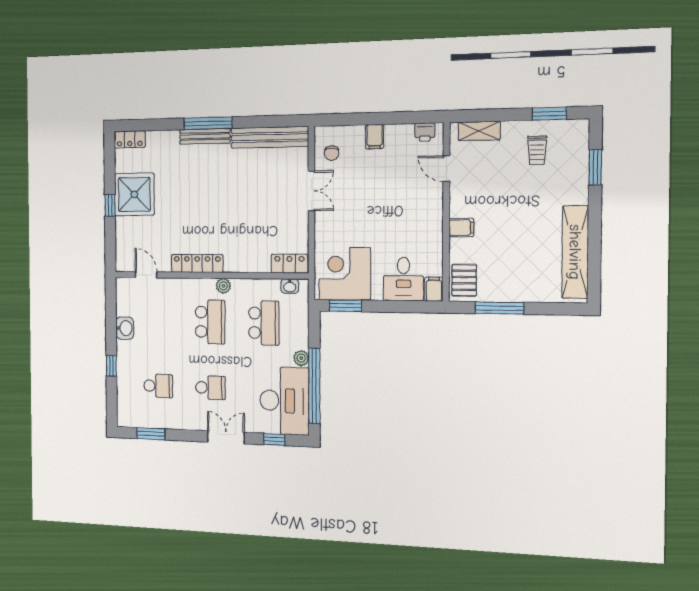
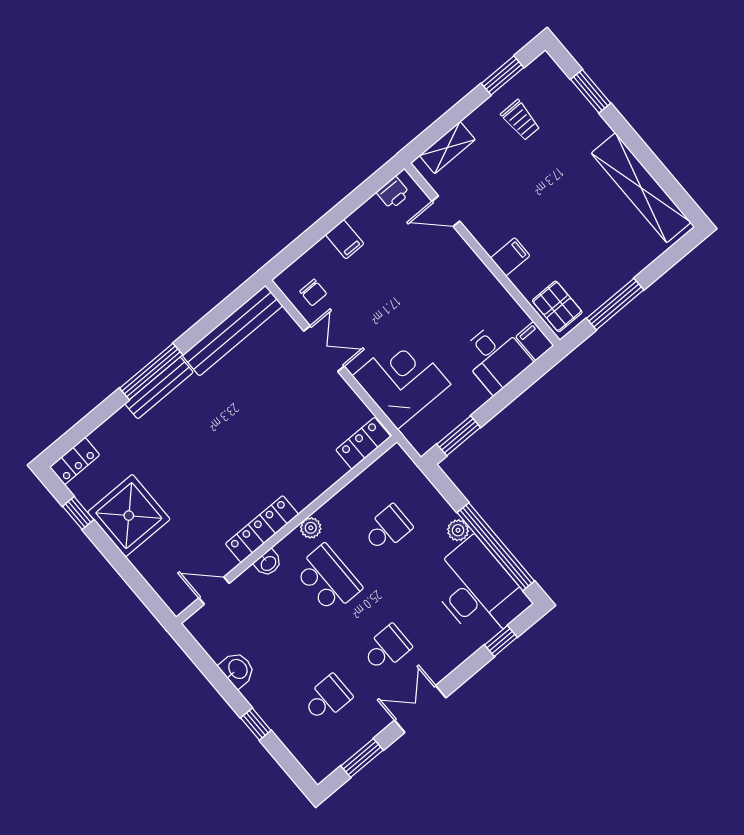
window: (110, 205) -> (78, 513), moved
corner desk: (345, 274) -> (402, 380), moved, turned 90
washbasin: (290, 286) -> (268, 563), moved
school desk: (264, 323) -> (387, 529), width x0.54
double door: (226, 437) -> (420, 709), moved

